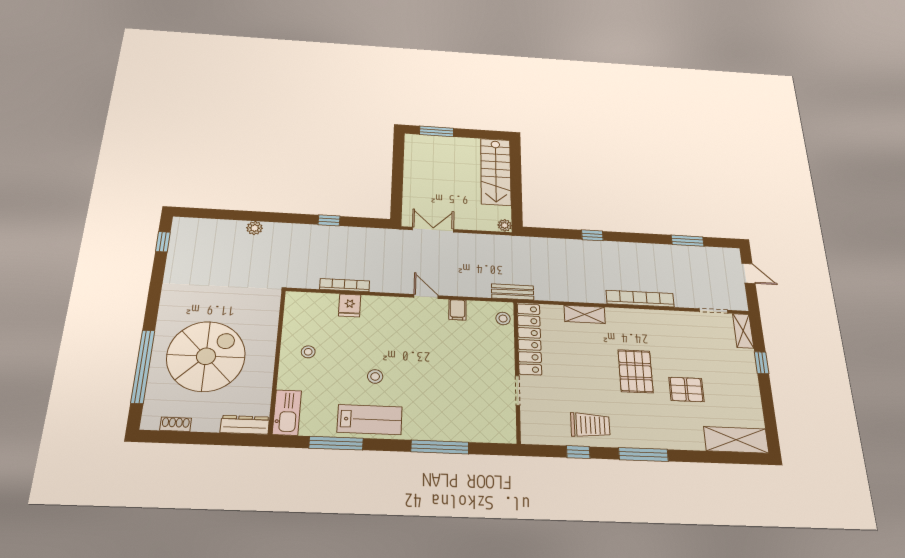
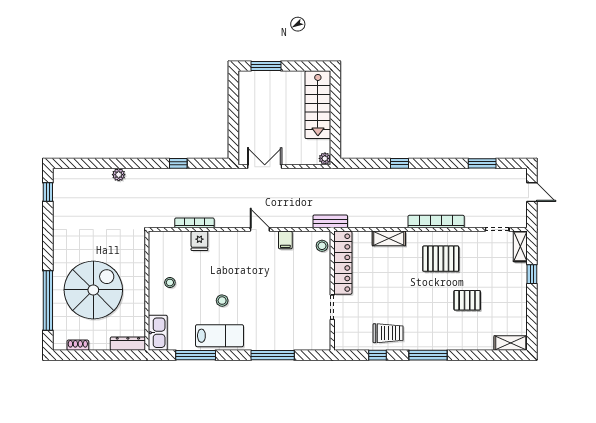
pallet: (636, 371) -> (441, 259), moved, turned 90
shelving: (736, 440) -> (511, 343), width x0.67, depth x0.75

